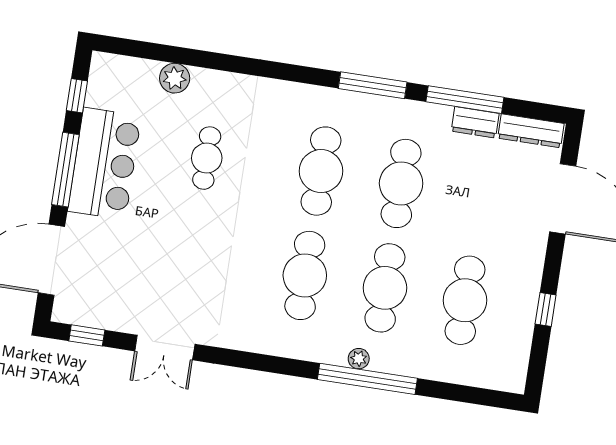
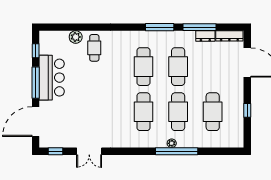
cafe table: (207, 158) -> (94, 48), moved

